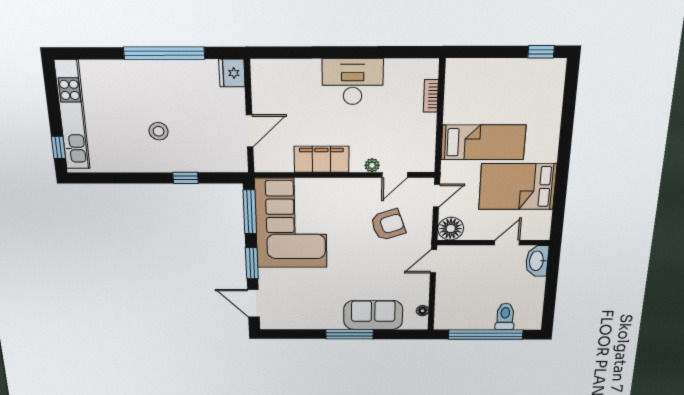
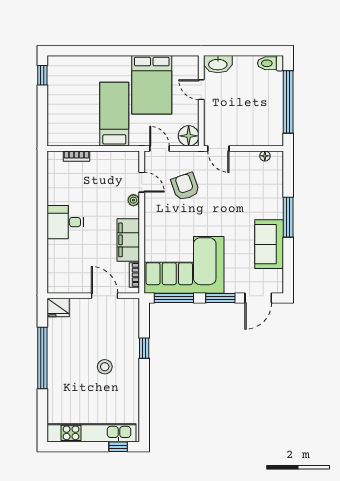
desk: (353, 82) -> (65, 222), width x0.73
bookcase: (277, 167) -> (134, 275), added
sofa: (373, 315) -> (269, 244), moved
toilet: (505, 317) -> (270, 63), moved

